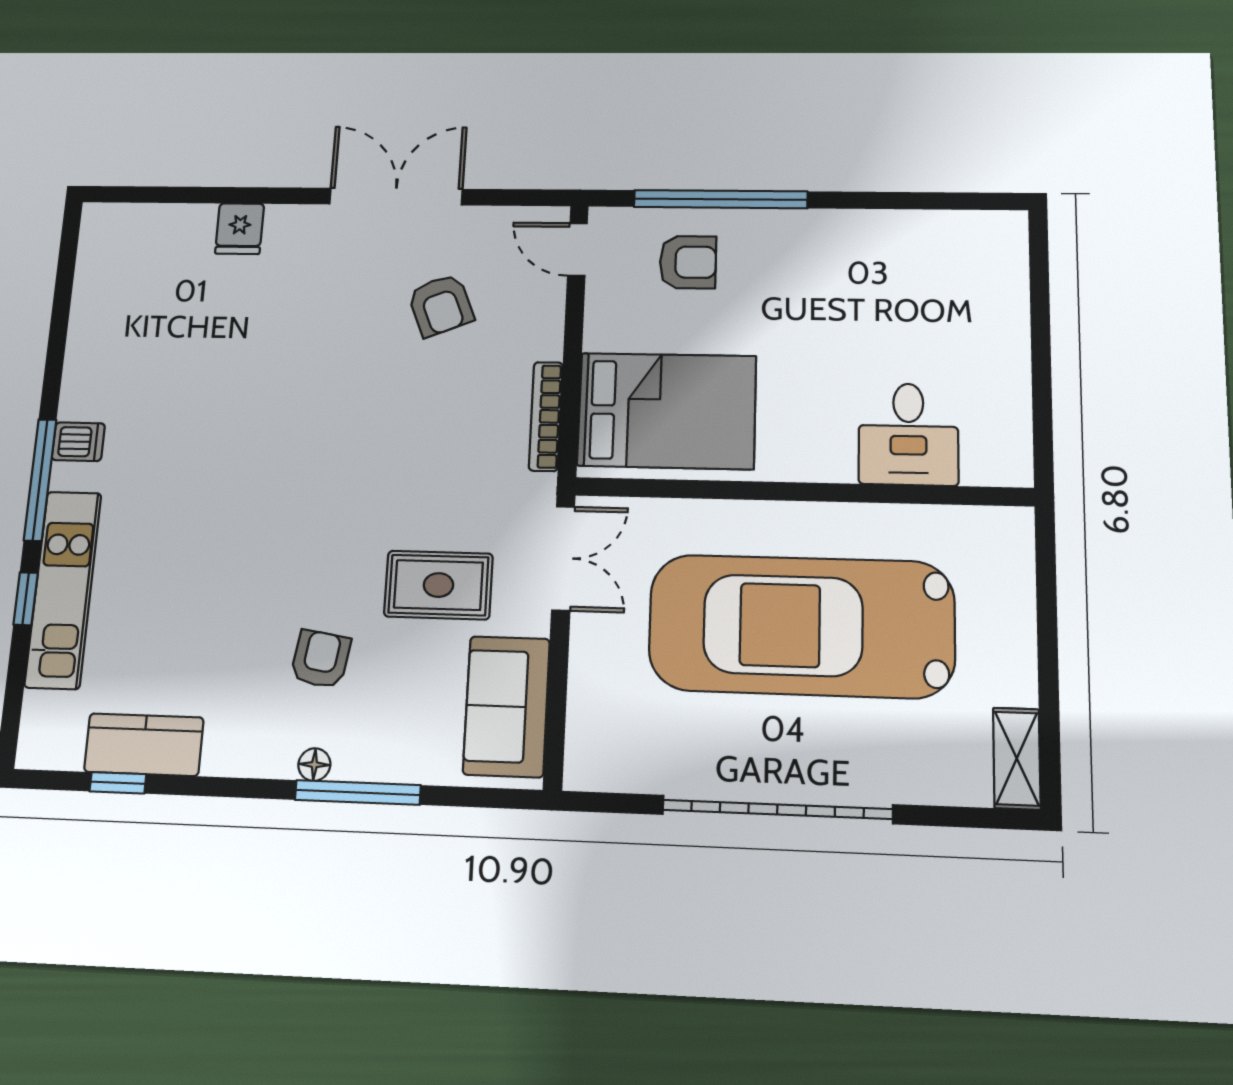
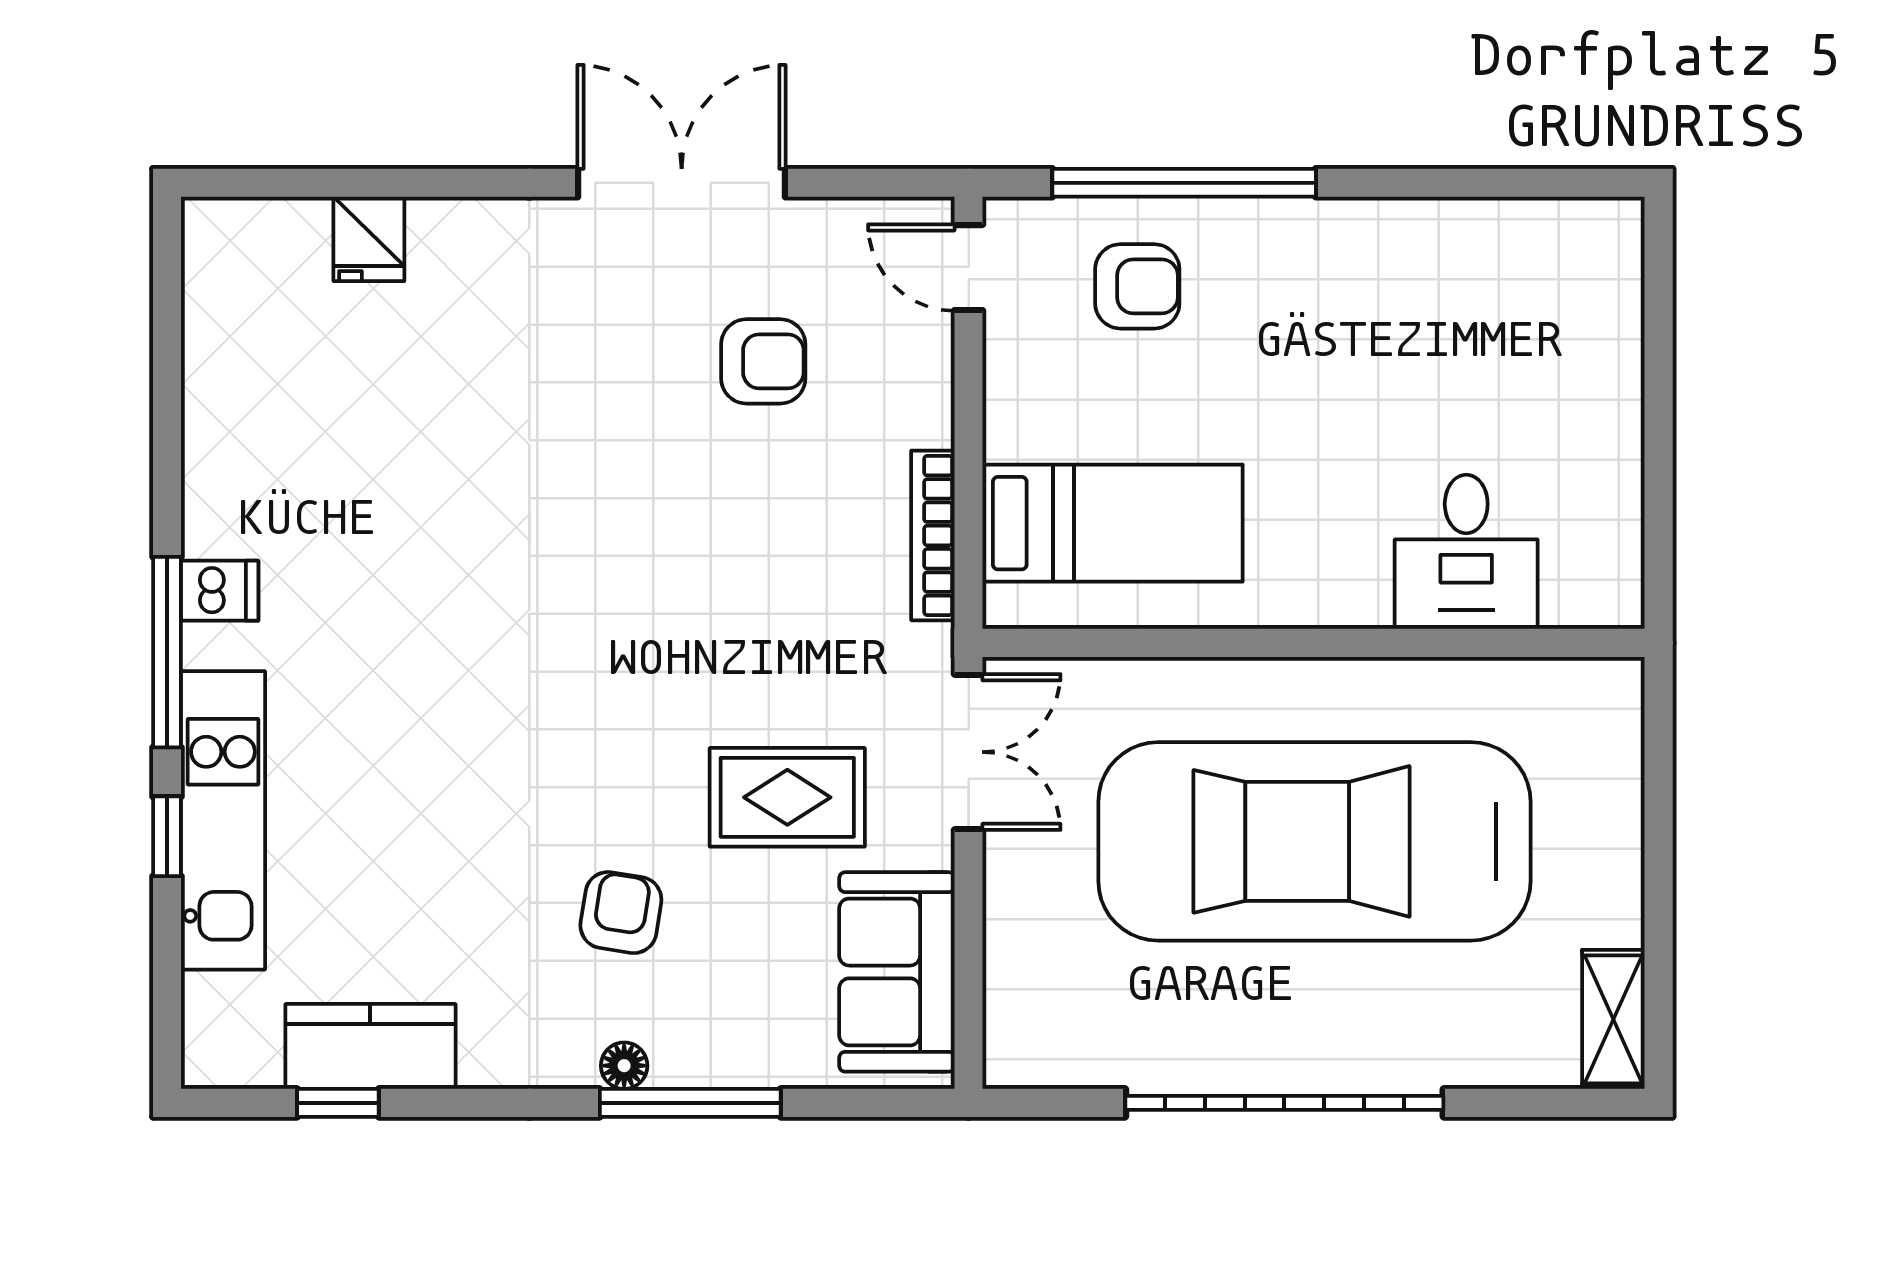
fridge: (240, 229) -> (369, 239), moved
armchair: (441, 305) -> (763, 361), turned -68
bed: (667, 411) -> (1113, 523), width x0.67

